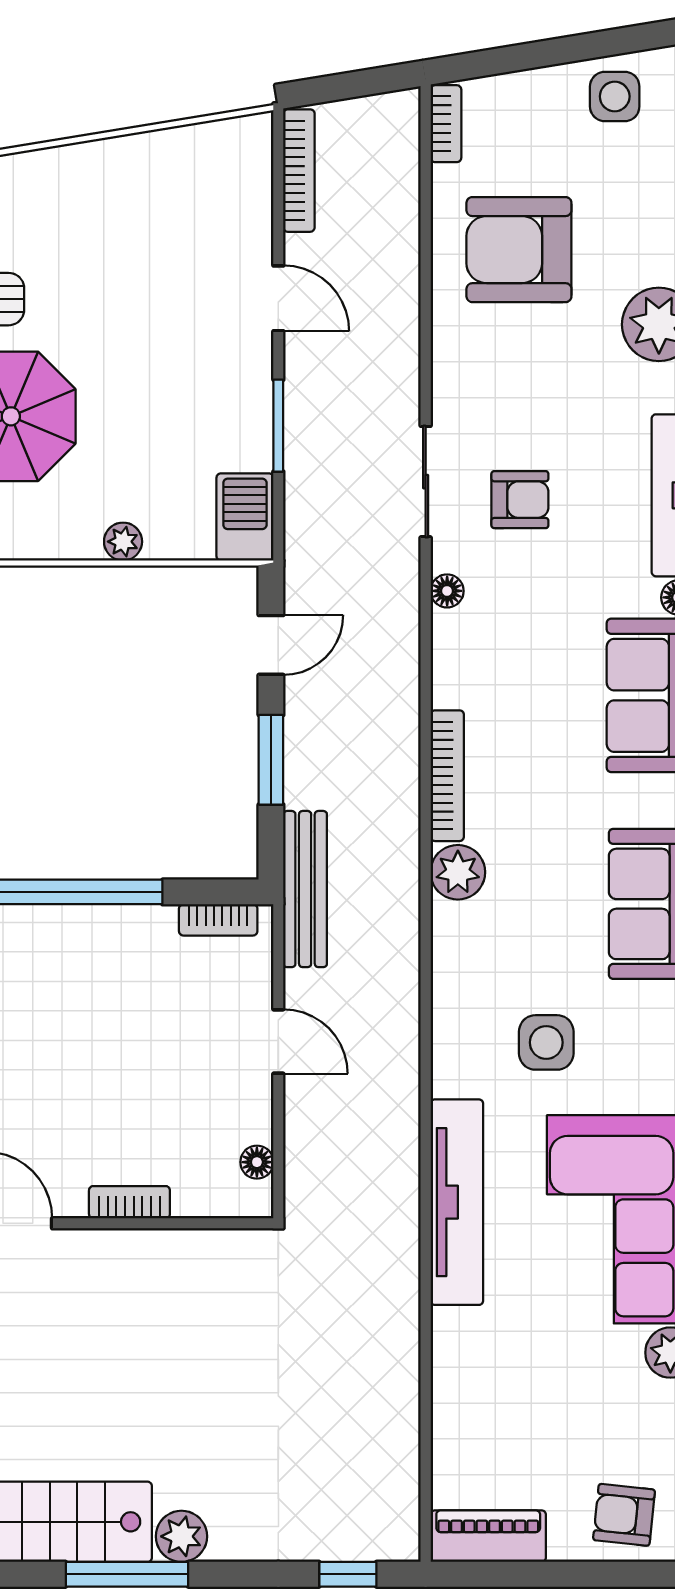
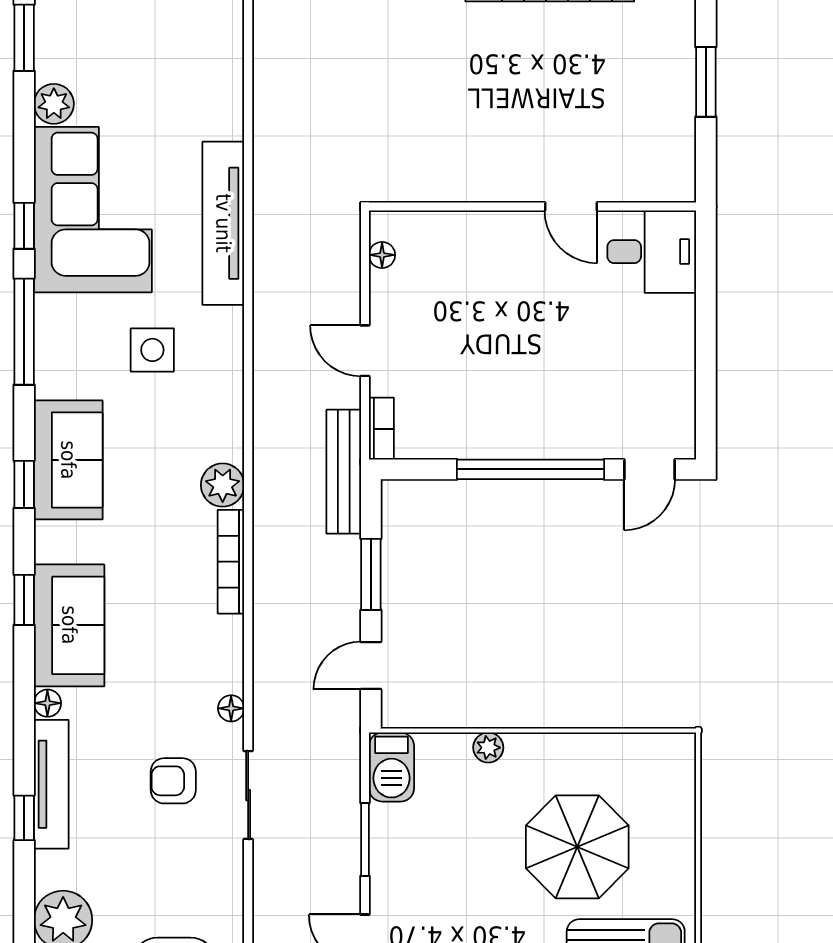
bookcase: (218, 920) -> (381, 429), moved, turned 90
bookcase: (129, 1202) -> (483, 223), removed

